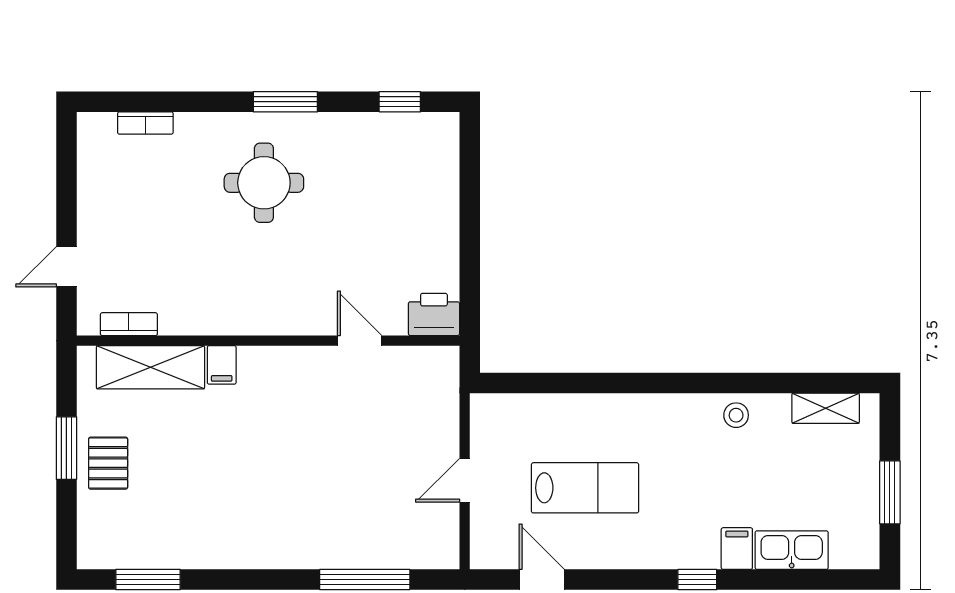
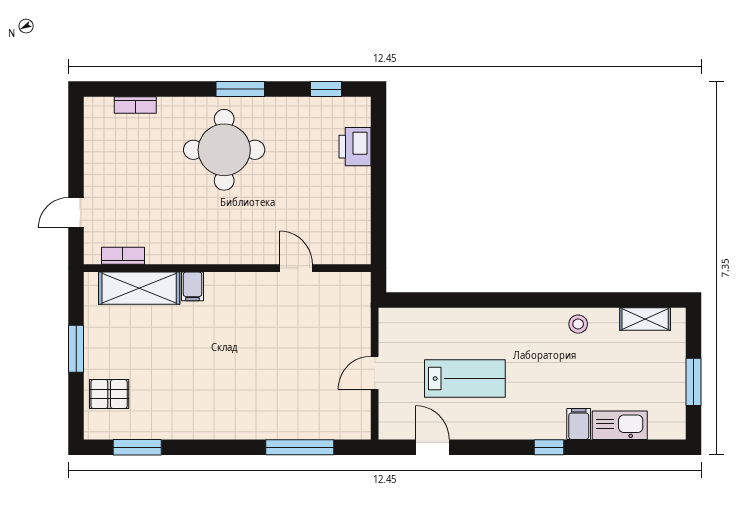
round table: (264, 183) -> (224, 150), width x1.36, depth x1.36
printer: (434, 314) -> (355, 147), moved, turned -90
pallet: (108, 463) -> (109, 394), moved, turned 90

